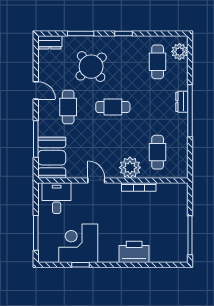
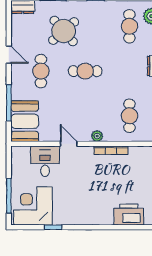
plant: (130, 168) -> (97, 136), width x0.53, depth x0.53
desk: (57, 198) -> (45, 161), moved
corner desk: (78, 243) -> (33, 206), moved
printer: (134, 252) -> (129, 214), moved

